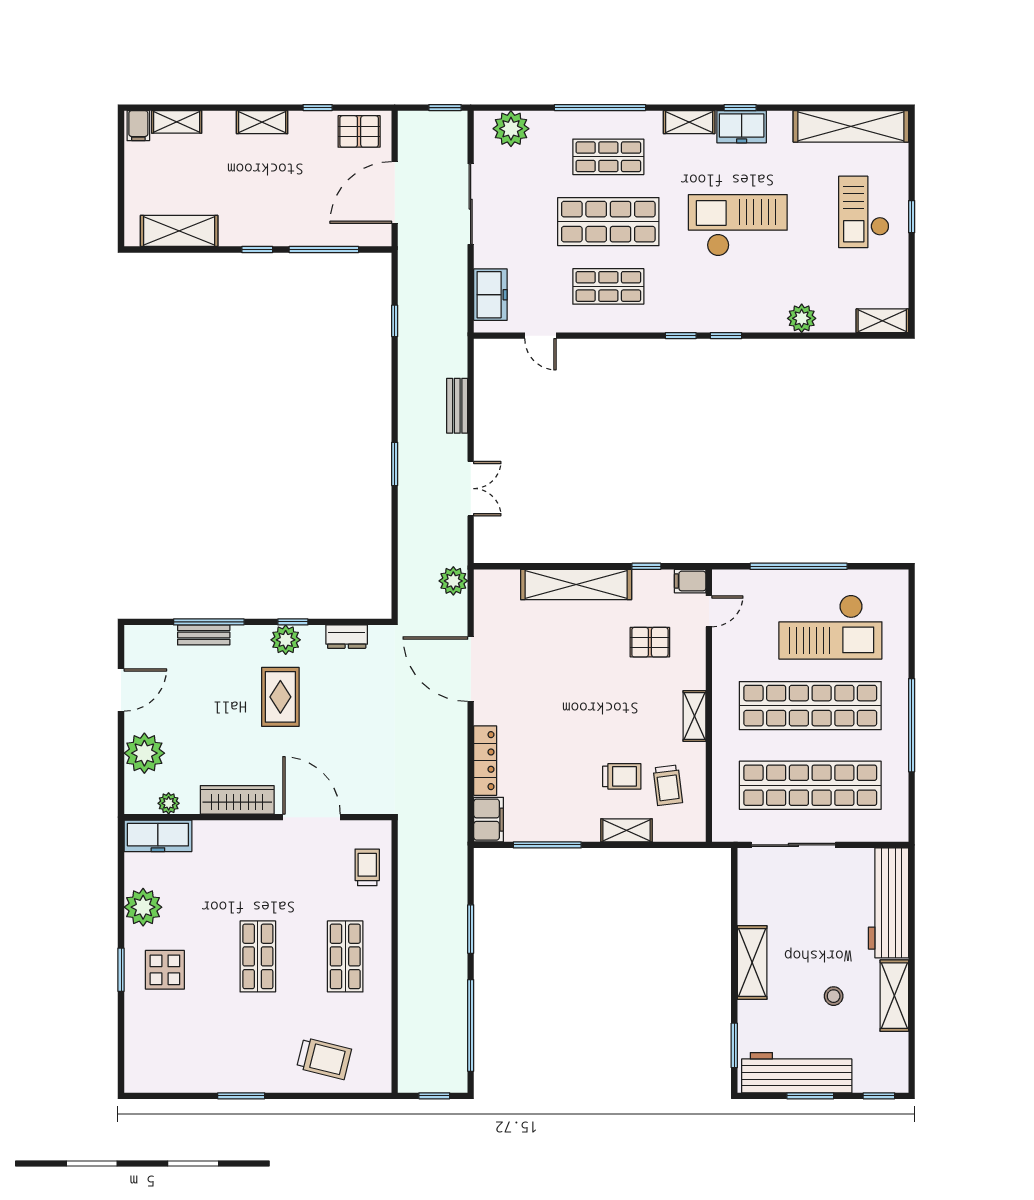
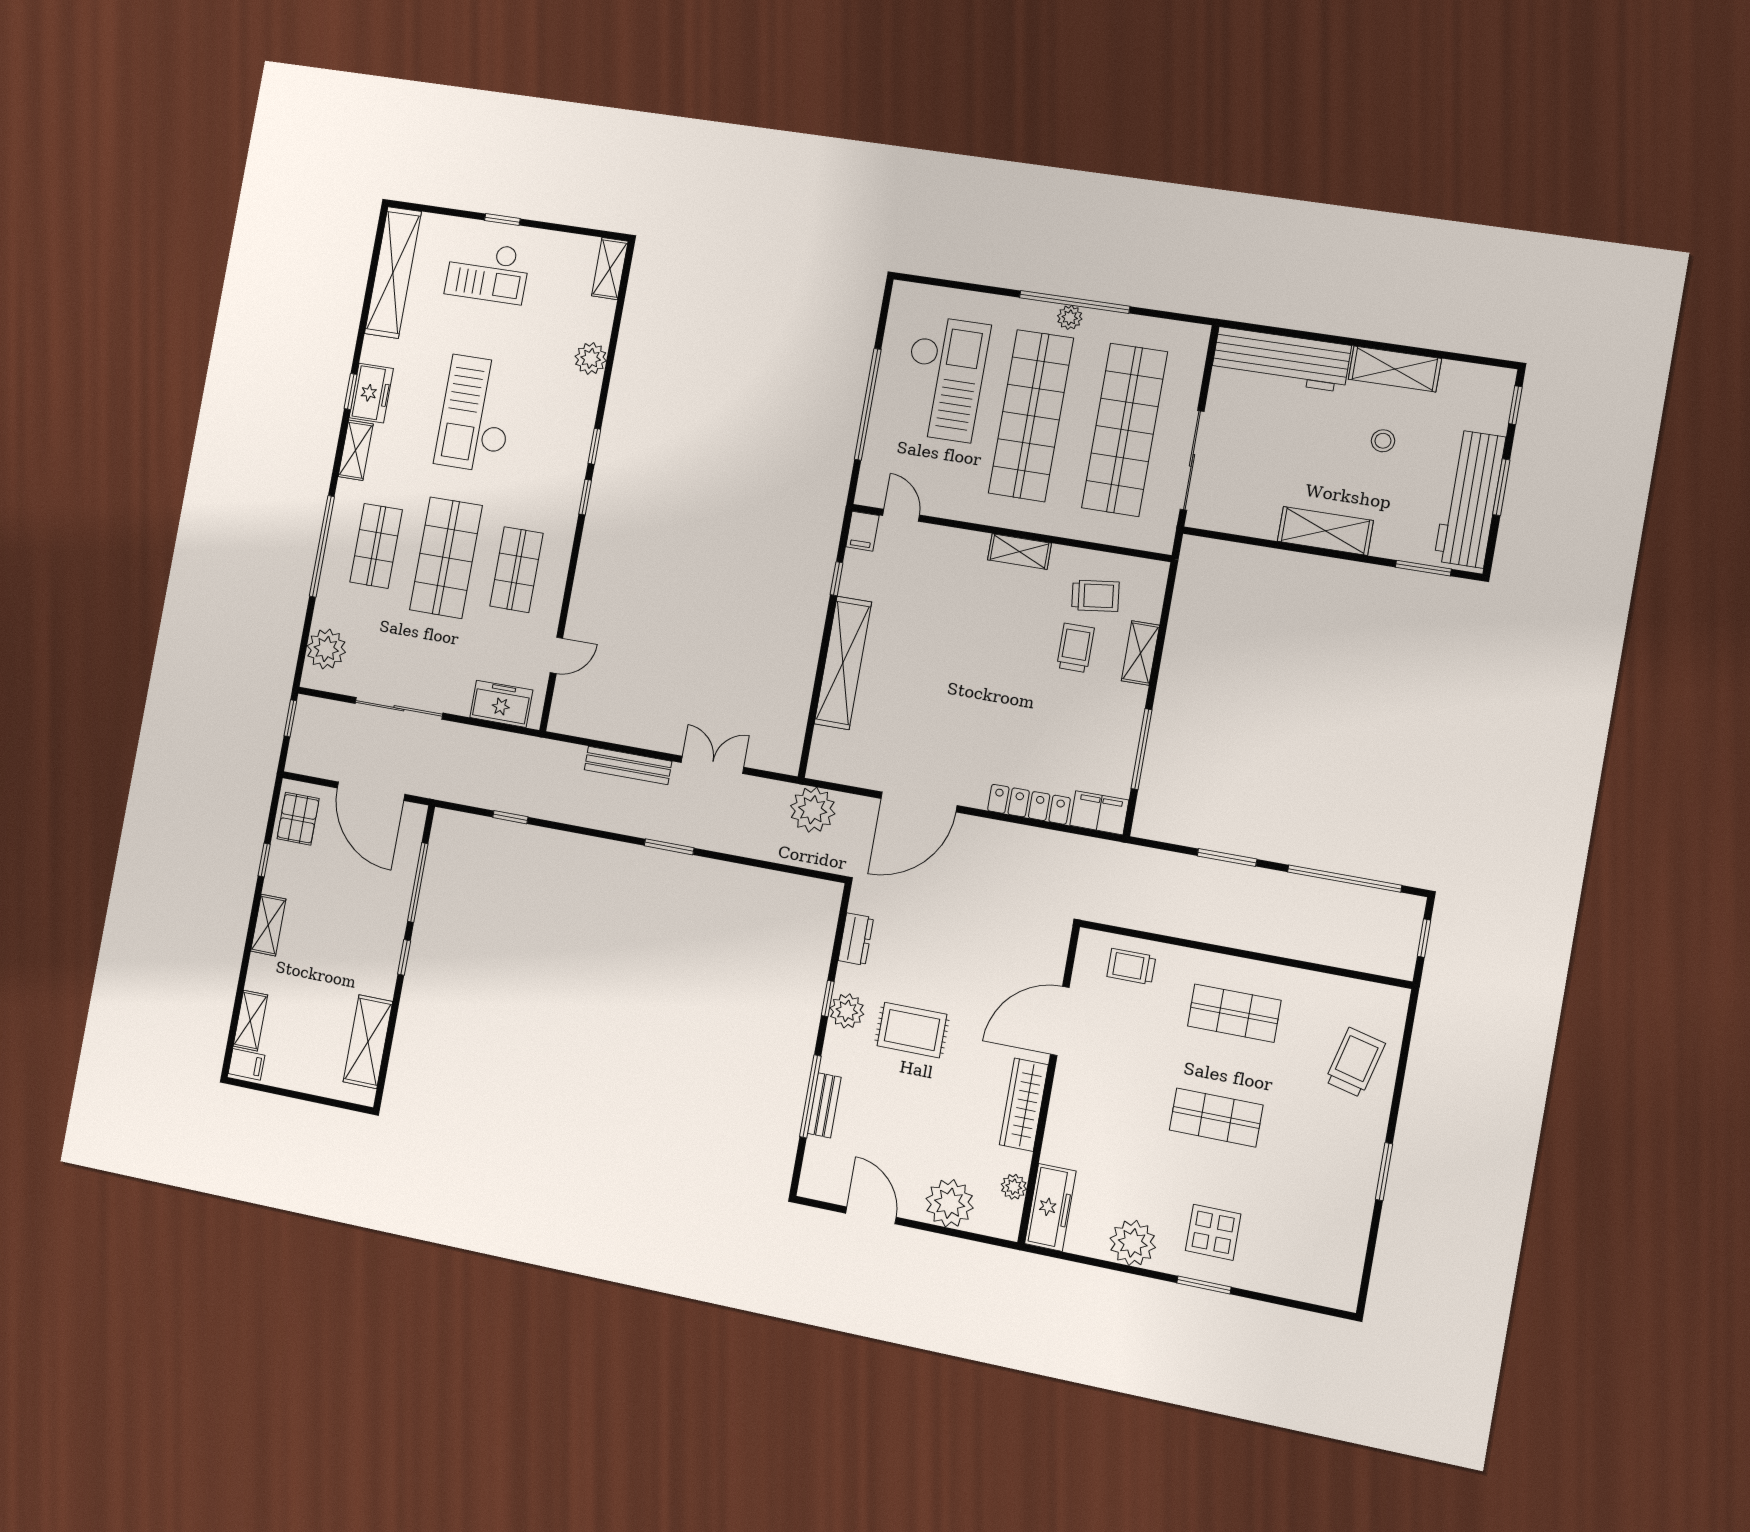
bench: (457, 406) -> (628, 765), width x1.36
plant: (453, 581) -> (813, 810), width x1.36, depth x1.36
pallet: (650, 642) -> (925, 589), removed
plant: (898, 723) -> (1070, 317), added

